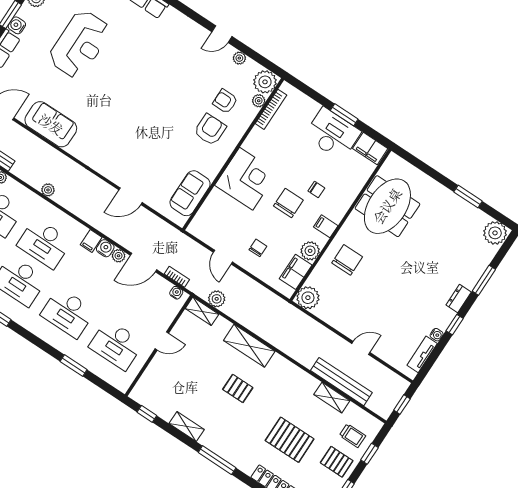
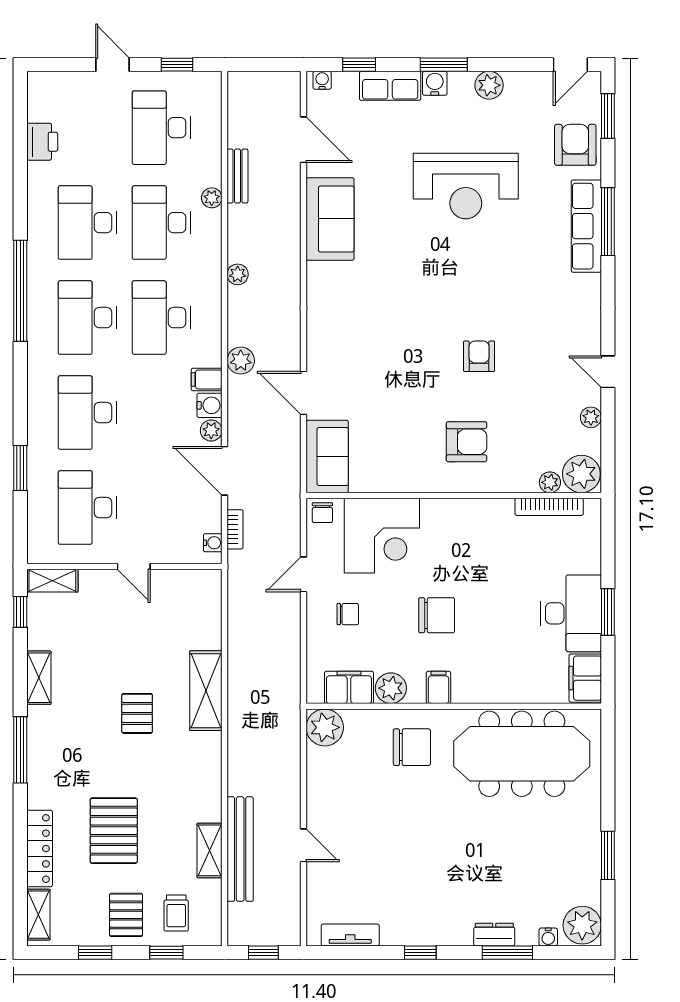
armchair: (225, 101) -> (479, 356), moved
corner desk: (246, 179) -> (382, 536), moved
chair: (316, 190) -> (322, 513), moved
sofa: (190, 193) -> (327, 456), moved, turned 90
meeting table: (387, 206) -> (522, 754), width x1.36
plant: (217, 299) -> (241, 361), moved
dresser: (459, 299) -> (494, 935), moved
shelving: (202, 311) -> (52, 581), moved, turned 90
water cooler: (437, 335) -> (548, 937), moved

